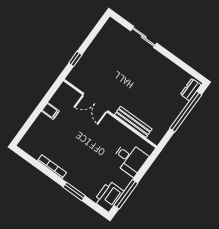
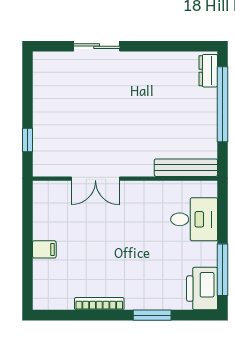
filing cabinet: (50, 111) -> (44, 249), moved
bench: (133, 122) -> (186, 168), moved

